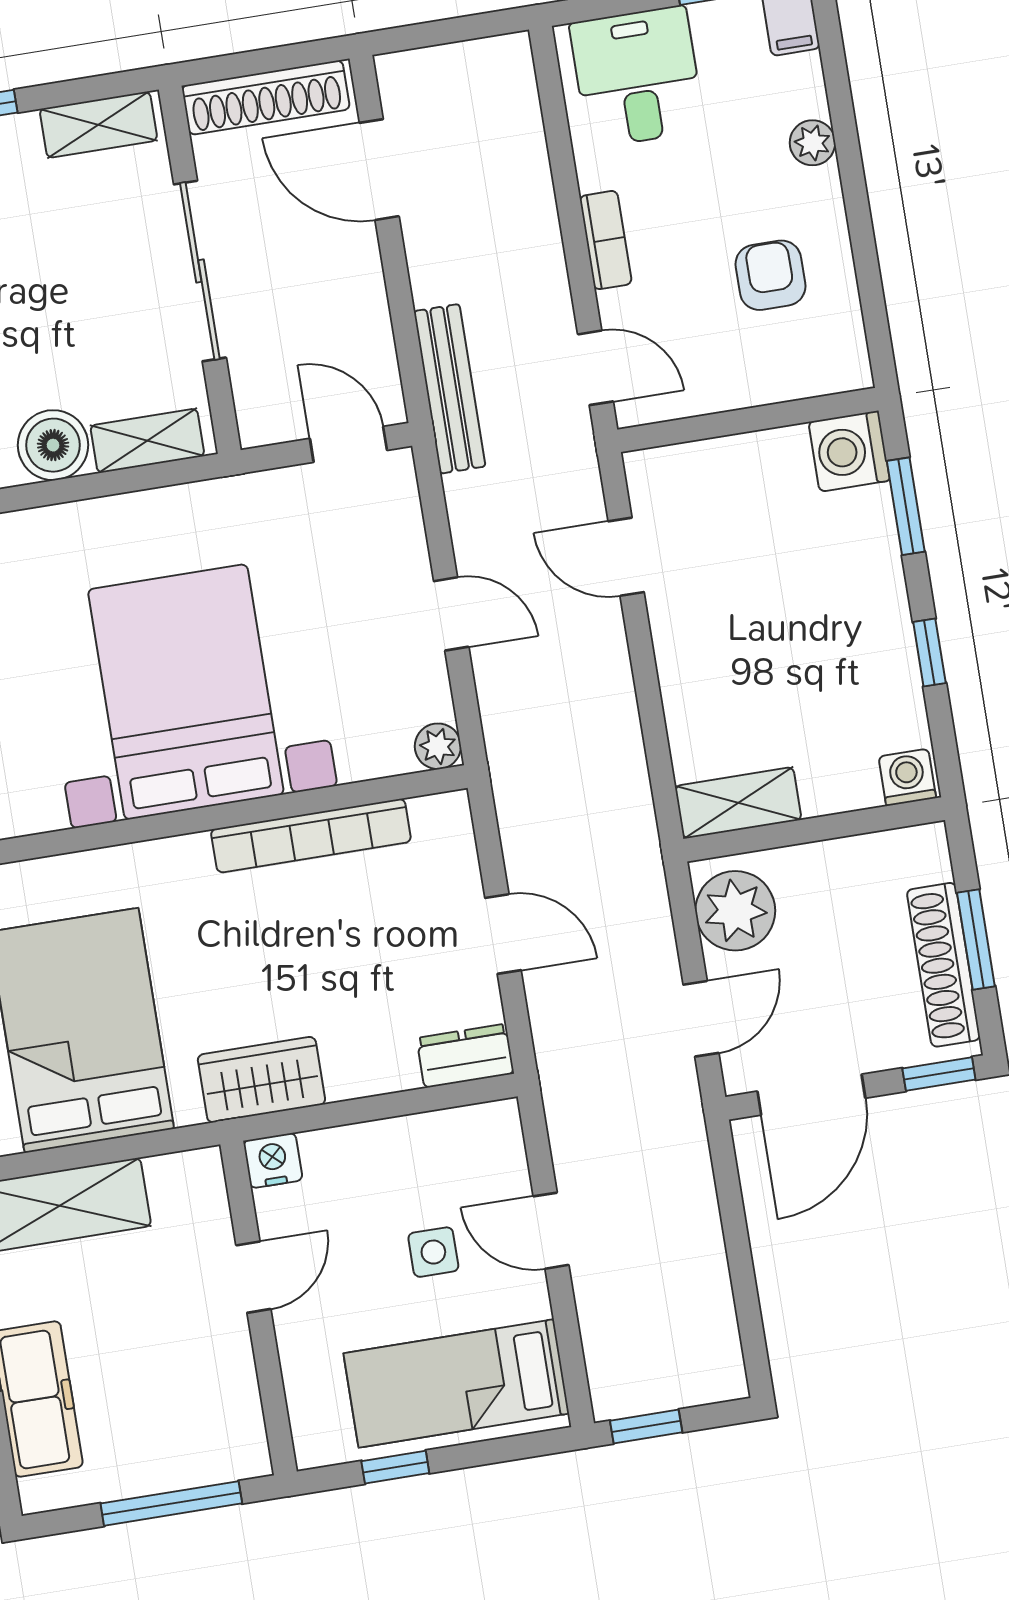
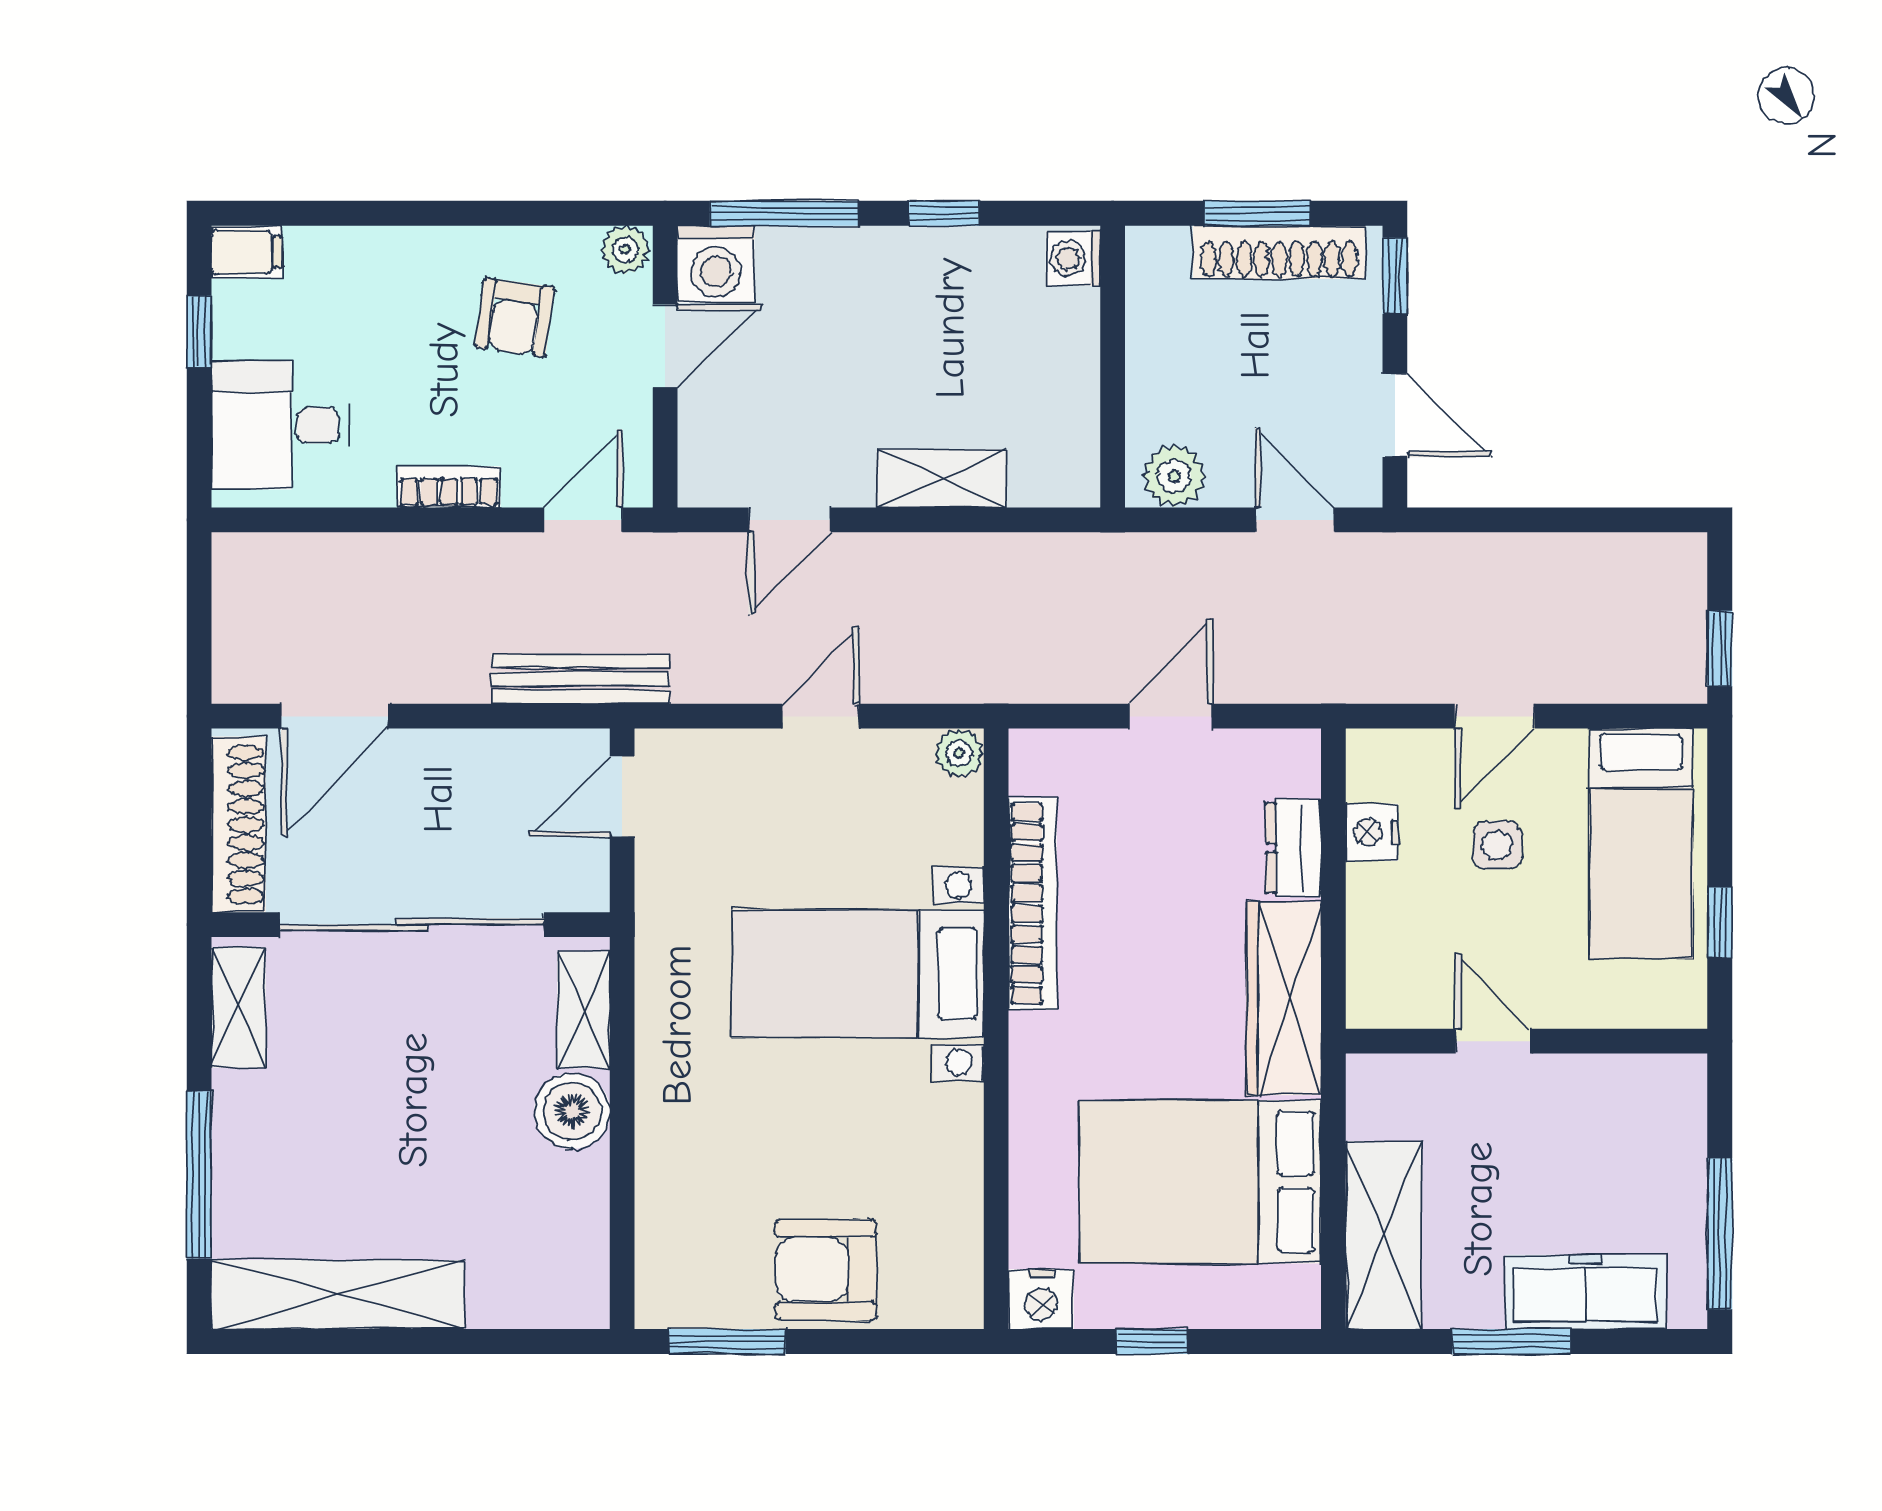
plant: (812, 143) -> (625, 250), moved
sliding door: (200, 271) -> (412, 925), width x1.36
armchair: (770, 275) -> (515, 318), turned -82
door: (767, 417) -> (665, 346), added
window: (906, 506) -> (784, 213), width x1.44
bed with nightstands: (186, 692) -> (858, 974), width x0.73
shelving: (738, 803) -> (941, 478), moved, turned 90
plant: (735, 911) -> (1174, 476), width x0.73, depth x0.73
dresser: (465, 1056) -> (1294, 848), moved
wardrobe: (261, 1080) -> (1284, 999), width x1.50
door: (811, 1095) -> (1395, 415), width x0.73
nightstand: (273, 1160) -> (1372, 832), moved
window: (171, 1503) -> (1720, 1234), moved

